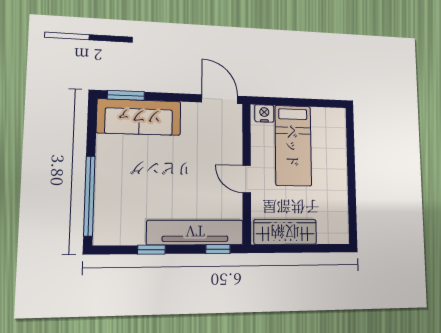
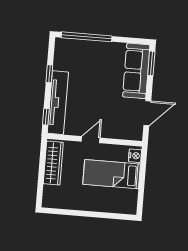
door: (220, 99) -> (147, 113), moved

